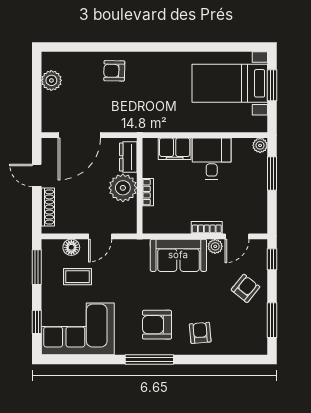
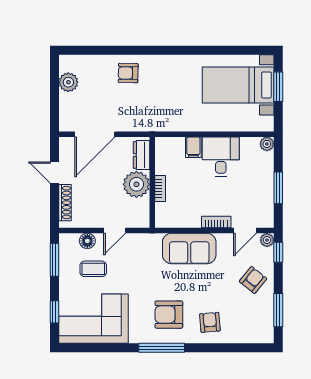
filing cabinet: (175, 149) -> (193, 147), width x0.50
window: (272, 173) -> (278, 188), moved
plant: (215, 246) -> (267, 240), moved

